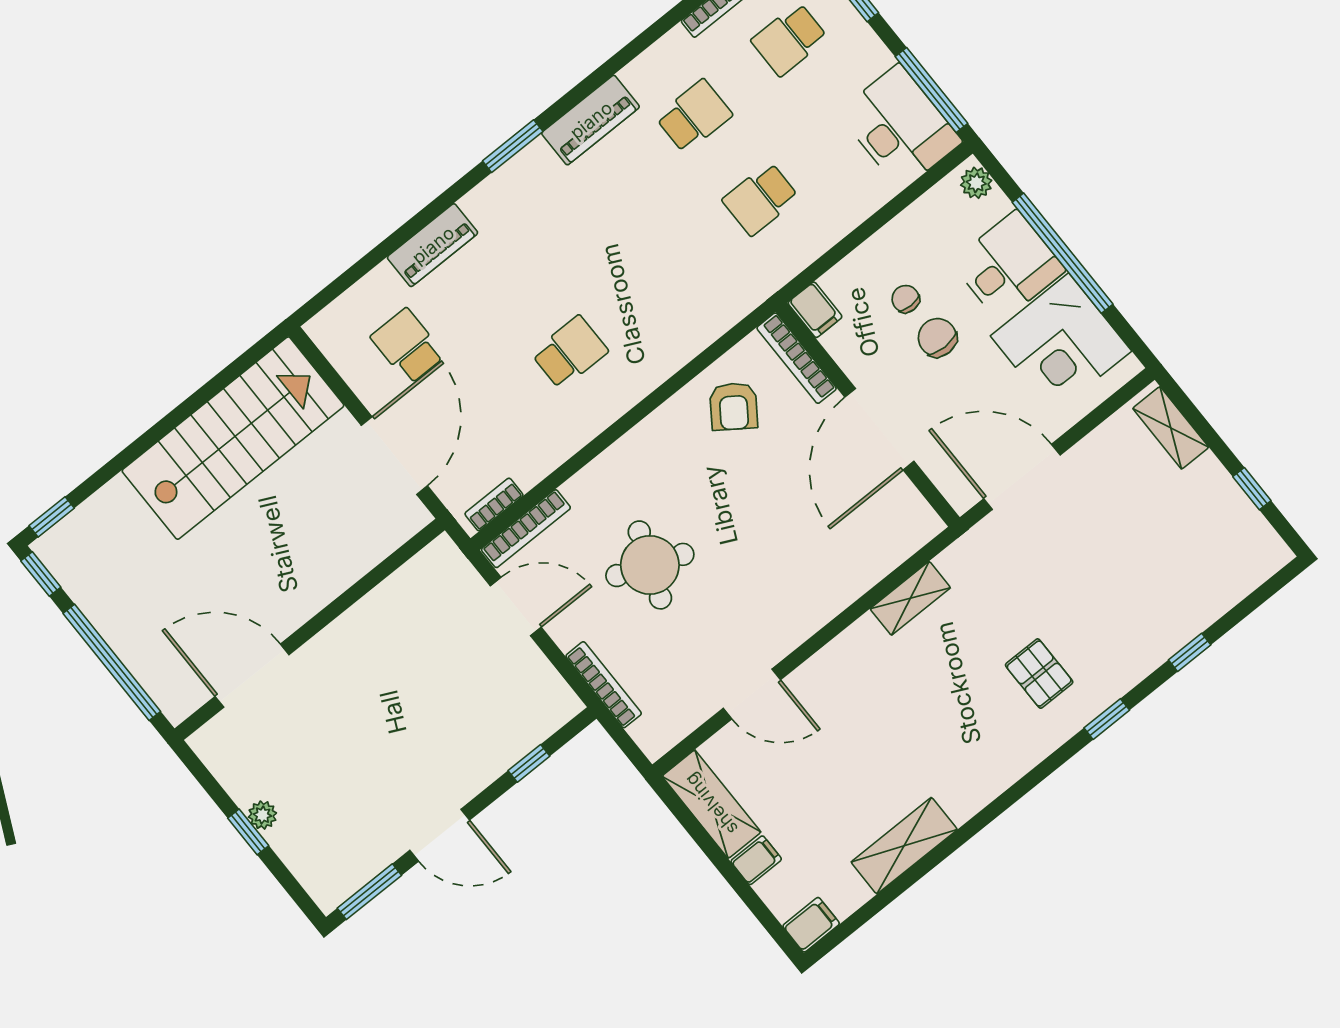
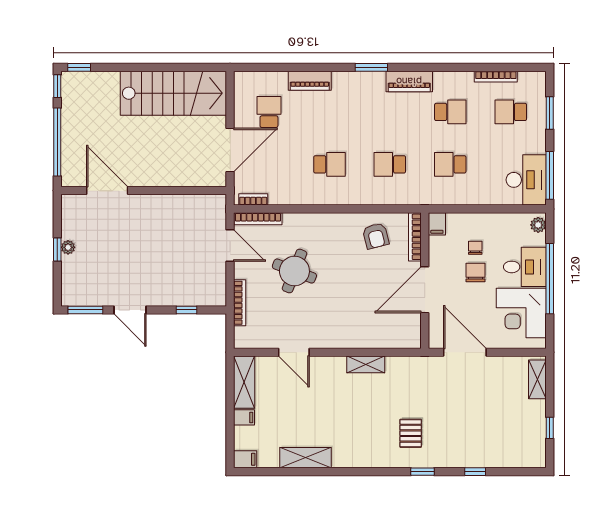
school desk: (665, 276) -> (390, 164), added
armchair: (734, 406) -> (376, 236), turned -49
shelving: (910, 598) -> (366, 364), moved

